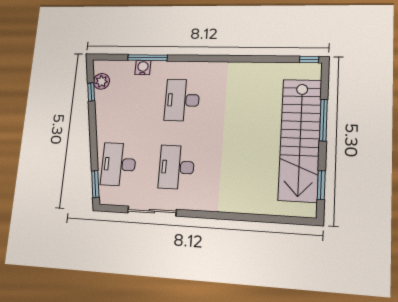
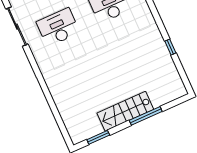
window: (309, 60) -> (170, 47), moved
stairs: (300, 140) -> (125, 111), width x0.54, depth x0.66

